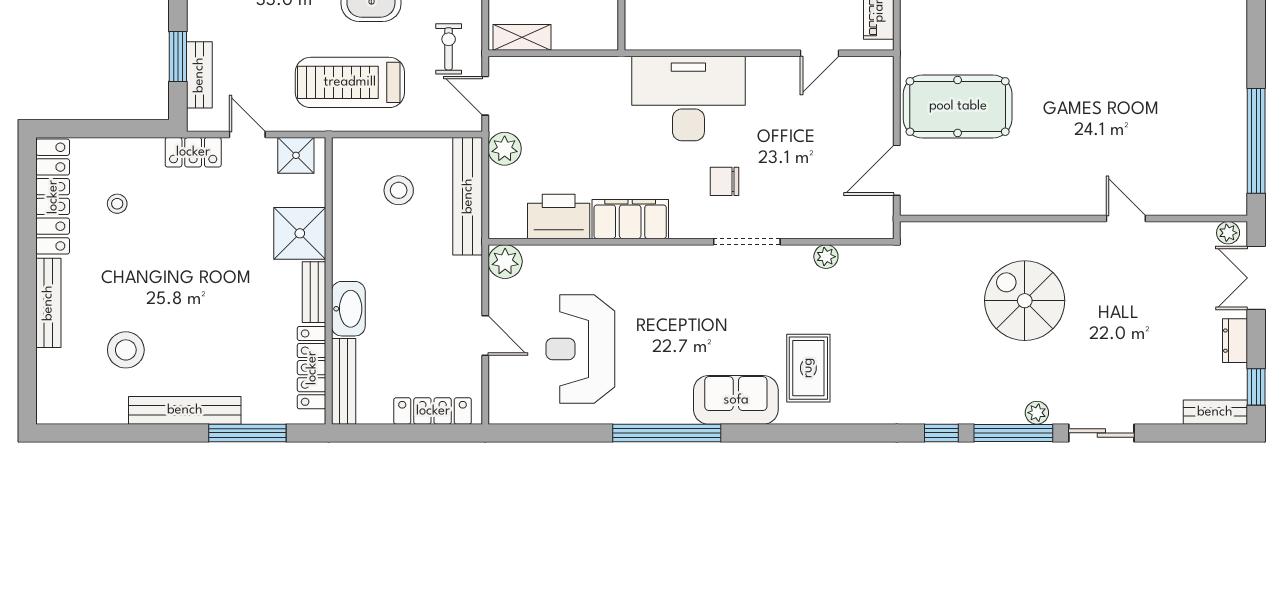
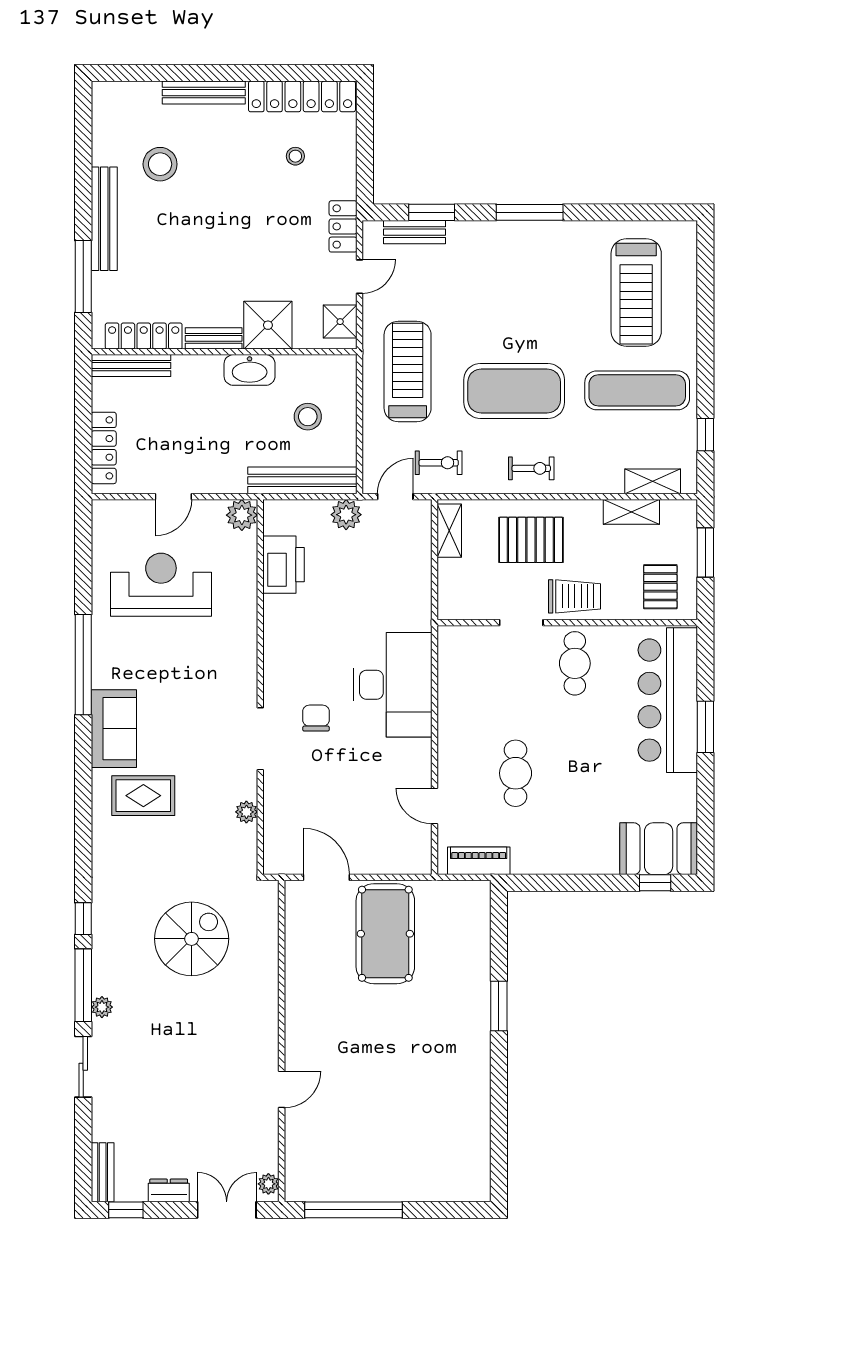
filing cabinet: (630, 219) -> (281, 631), removed
spiral stairs: (1025, 301) -> (192, 939), moved
washbasin: (348, 309) -> (250, 370), moved

